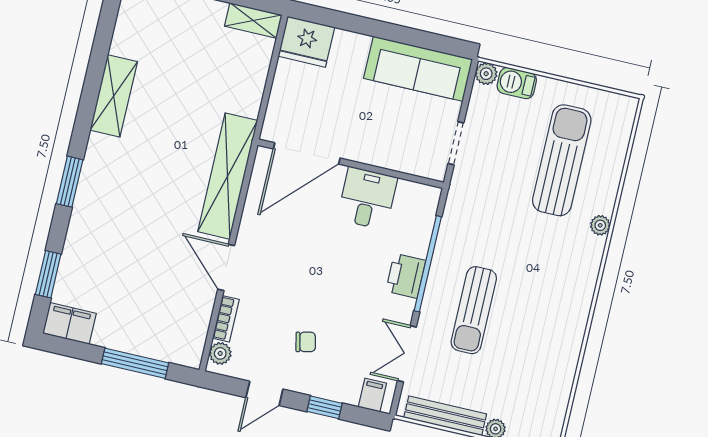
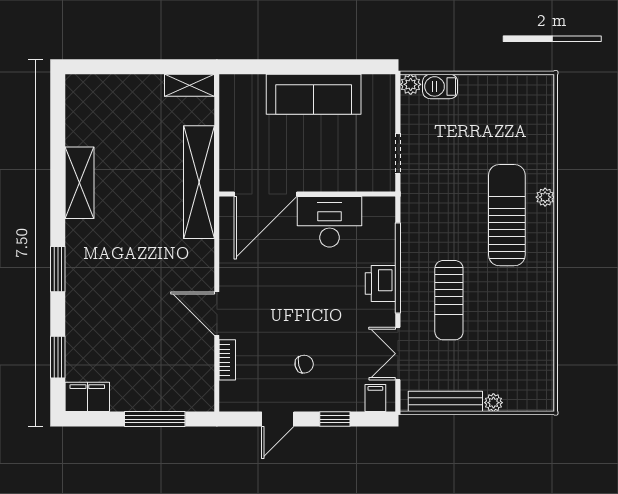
fridge: (306, 42) -> (242, 93), removed
sofa: (418, 69) -> (314, 94), moved
sun lounger: (562, 160) -> (507, 215), moved
shelving: (228, 176) -> (199, 182), moved
desk: (367, 198) -> (329, 222), width x1.37
plant: (220, 353) -> (229, 392), removed

